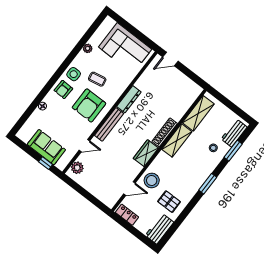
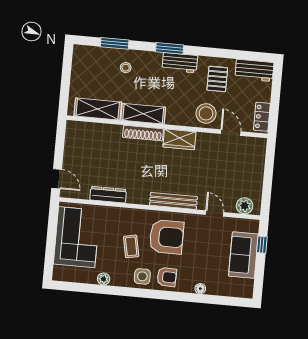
dresser: (129, 99) -> (108, 195), moved
workbench: (234, 133) -> (180, 63), moved

